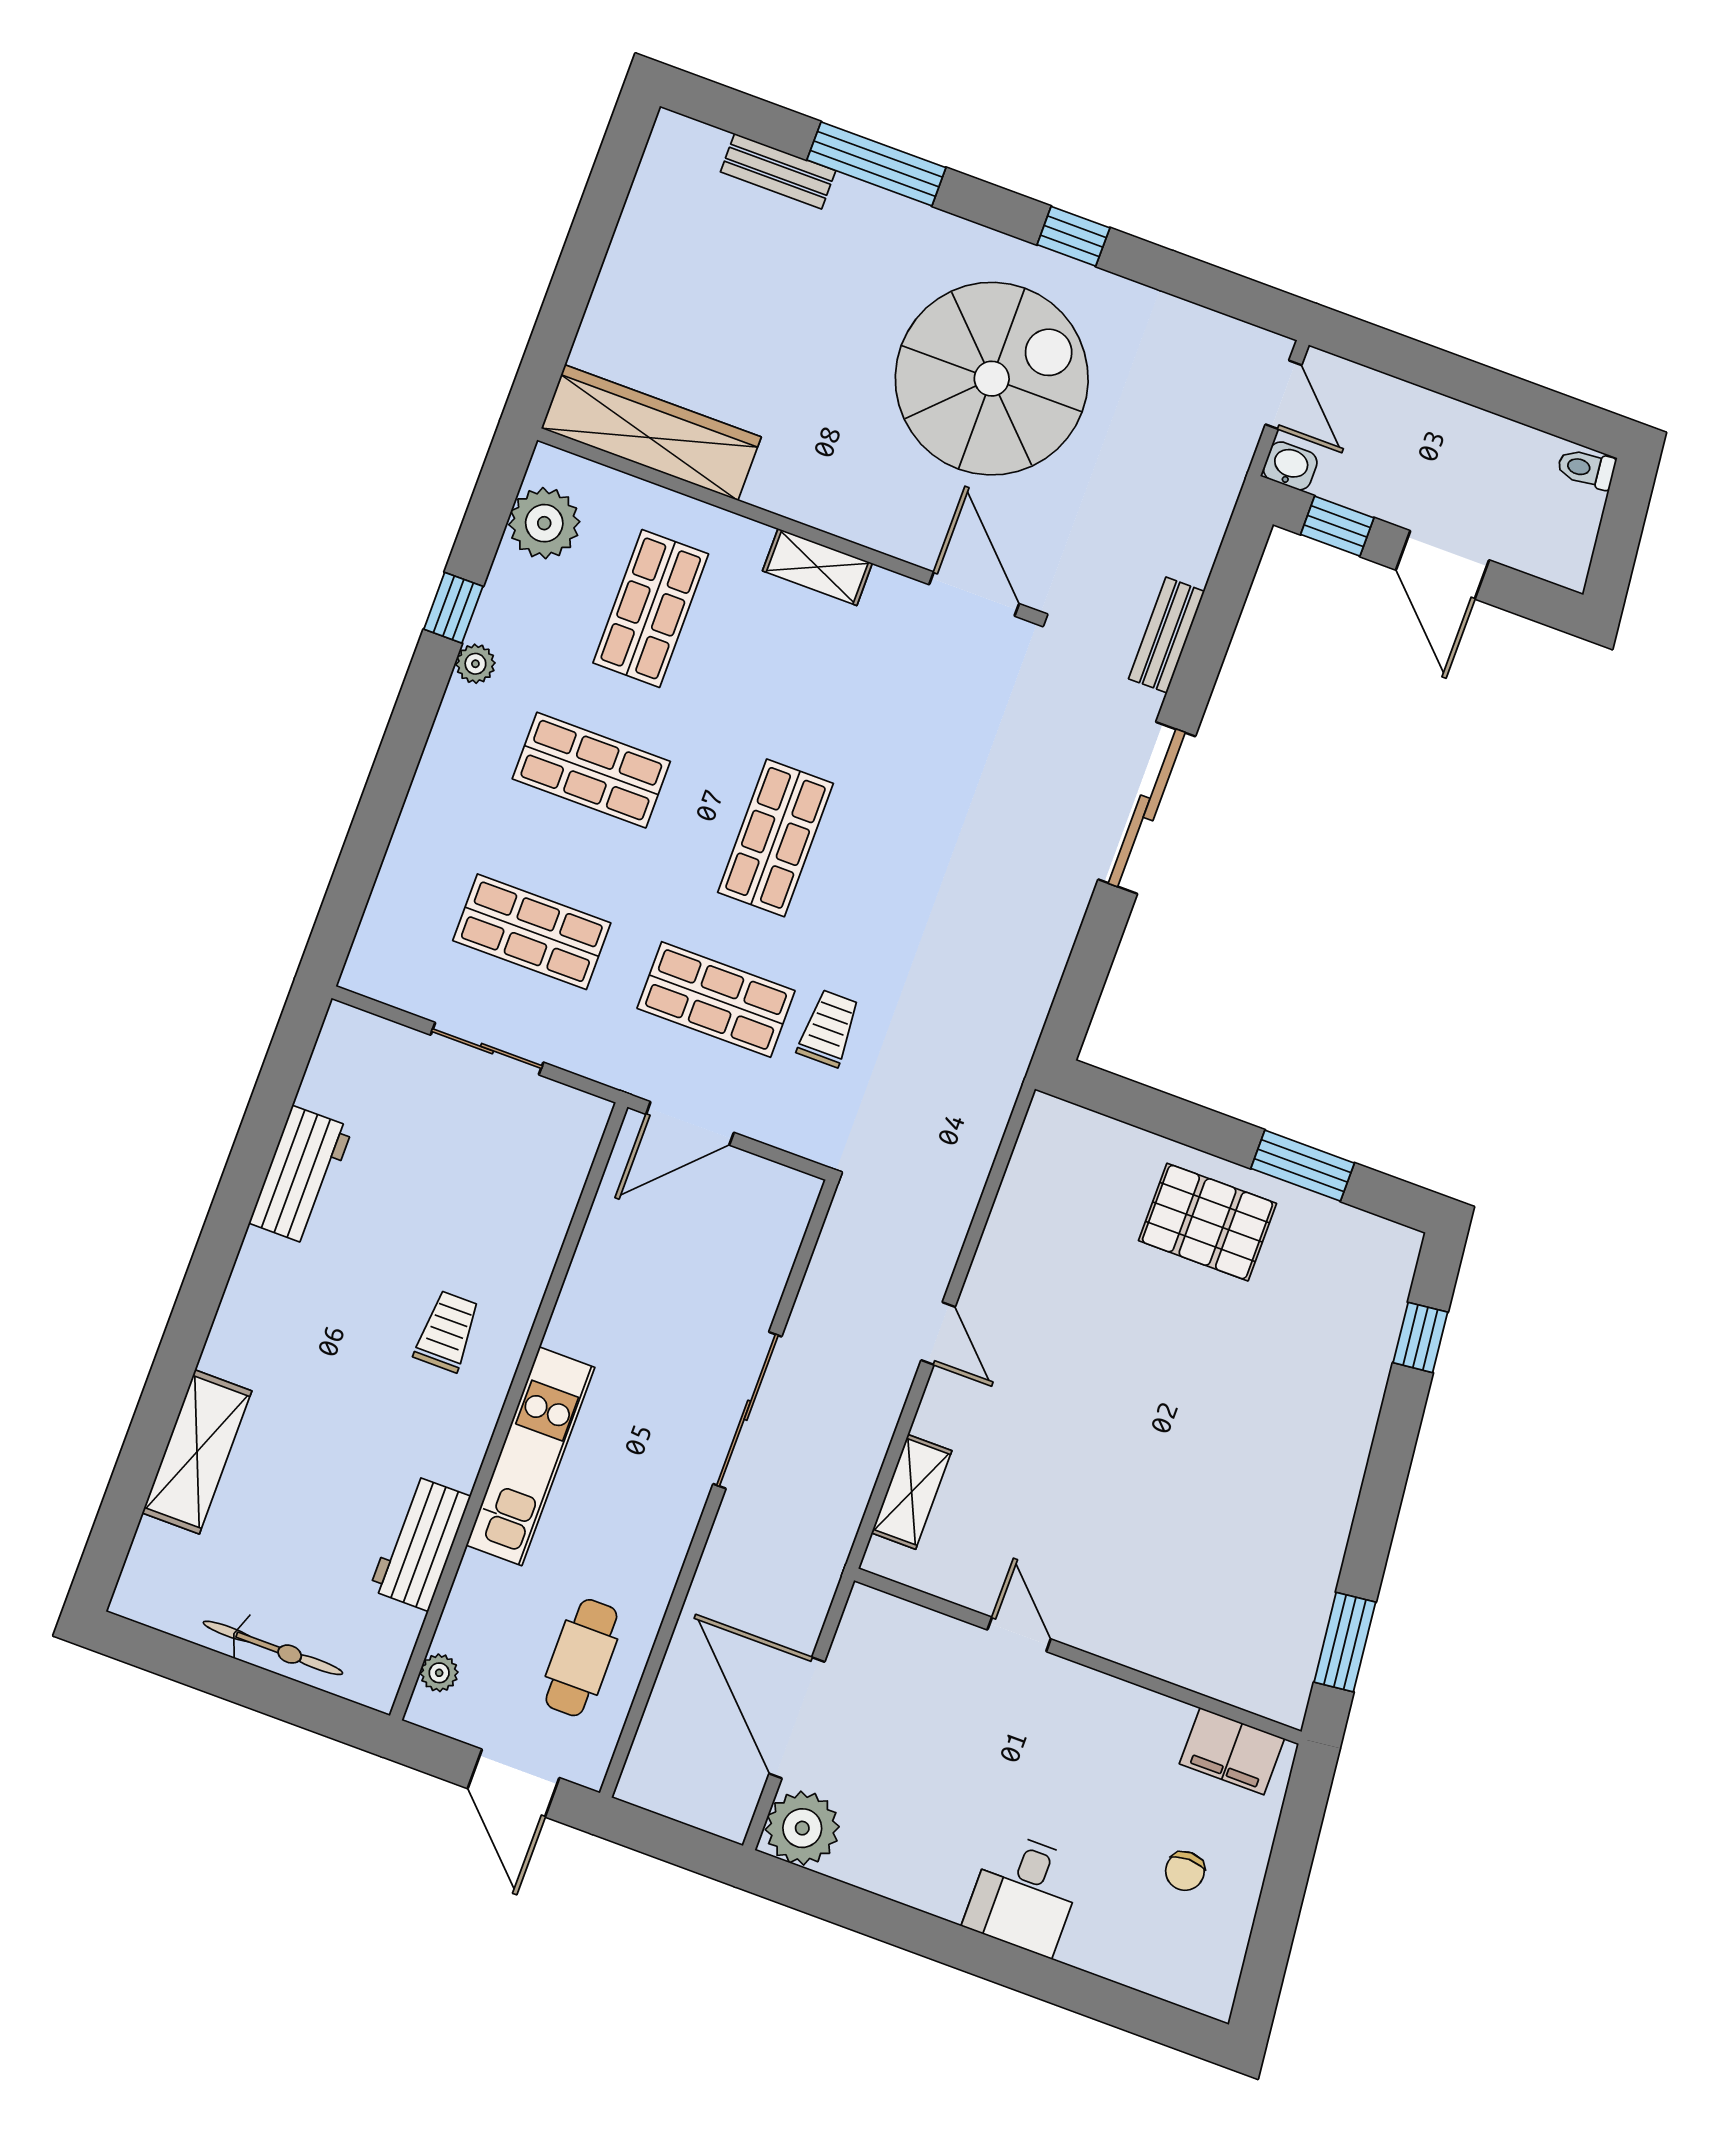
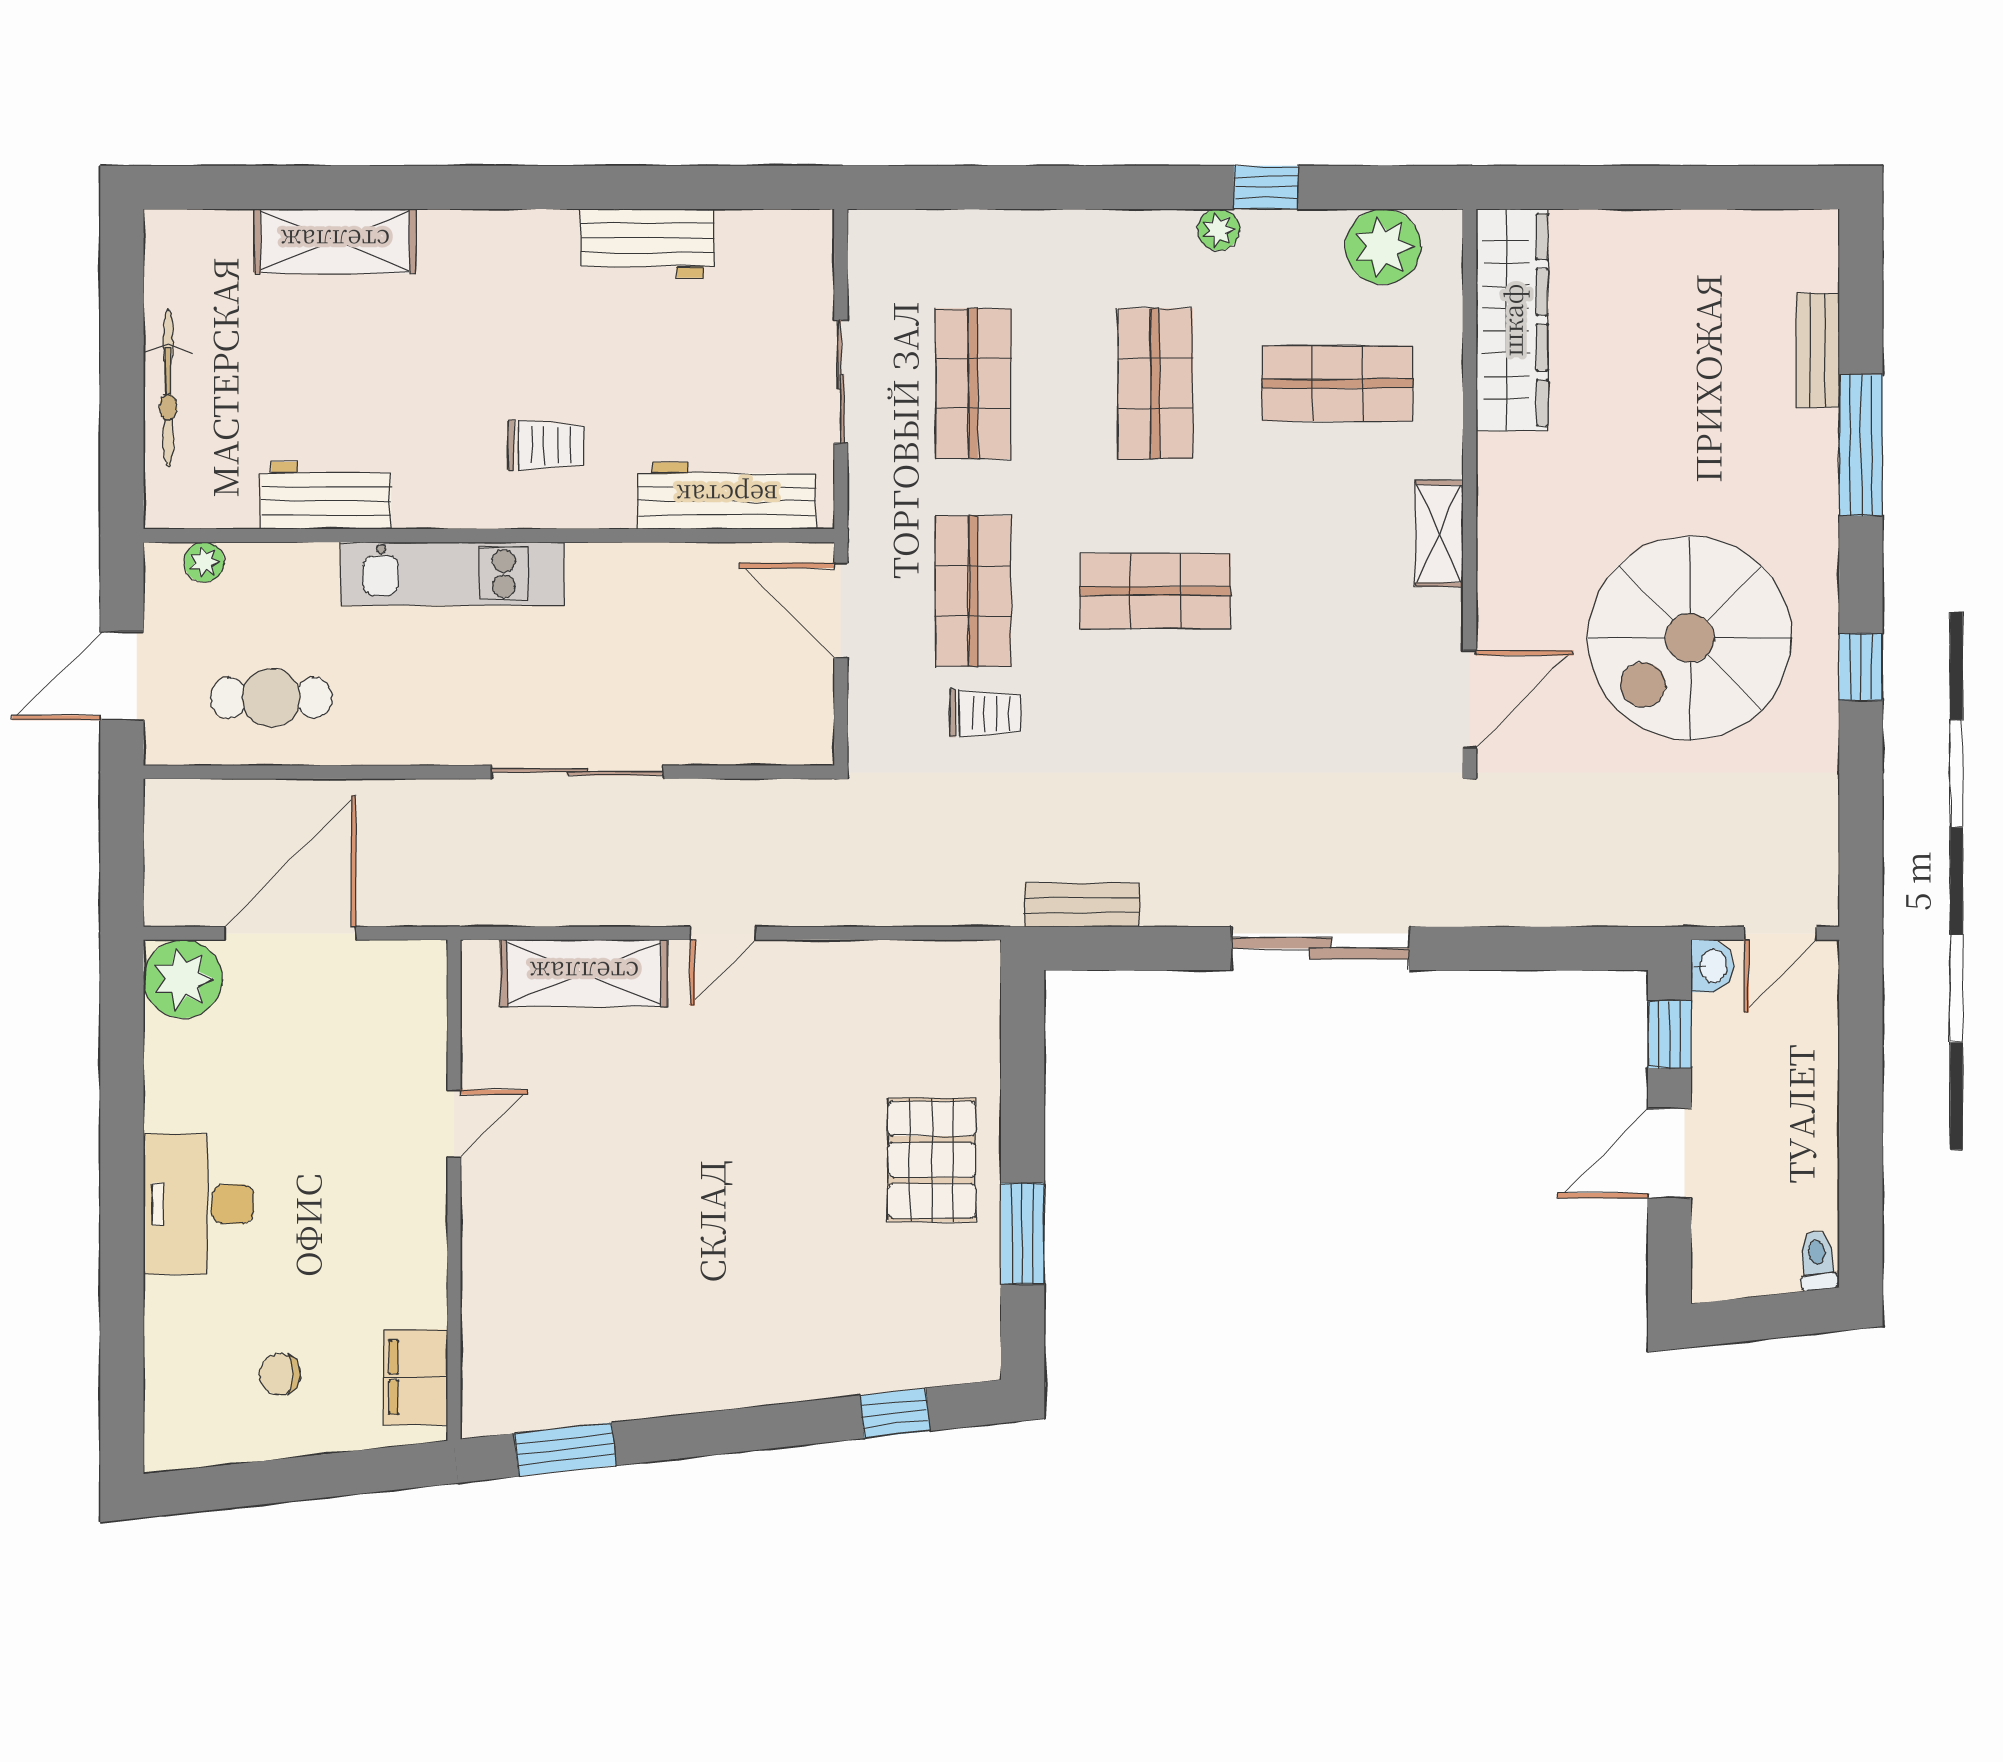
spiral stairs: (992, 379) -> (1690, 638), turned 90
bench: (1167, 635) -> (1082, 905), moved
workbench: (551, 1187) -> (727, 496), added
shelving: (912, 1492) -> (584, 973), width x1.50, depth x1.33
desk: (1024, 1894) -> (199, 1204), width x1.37

